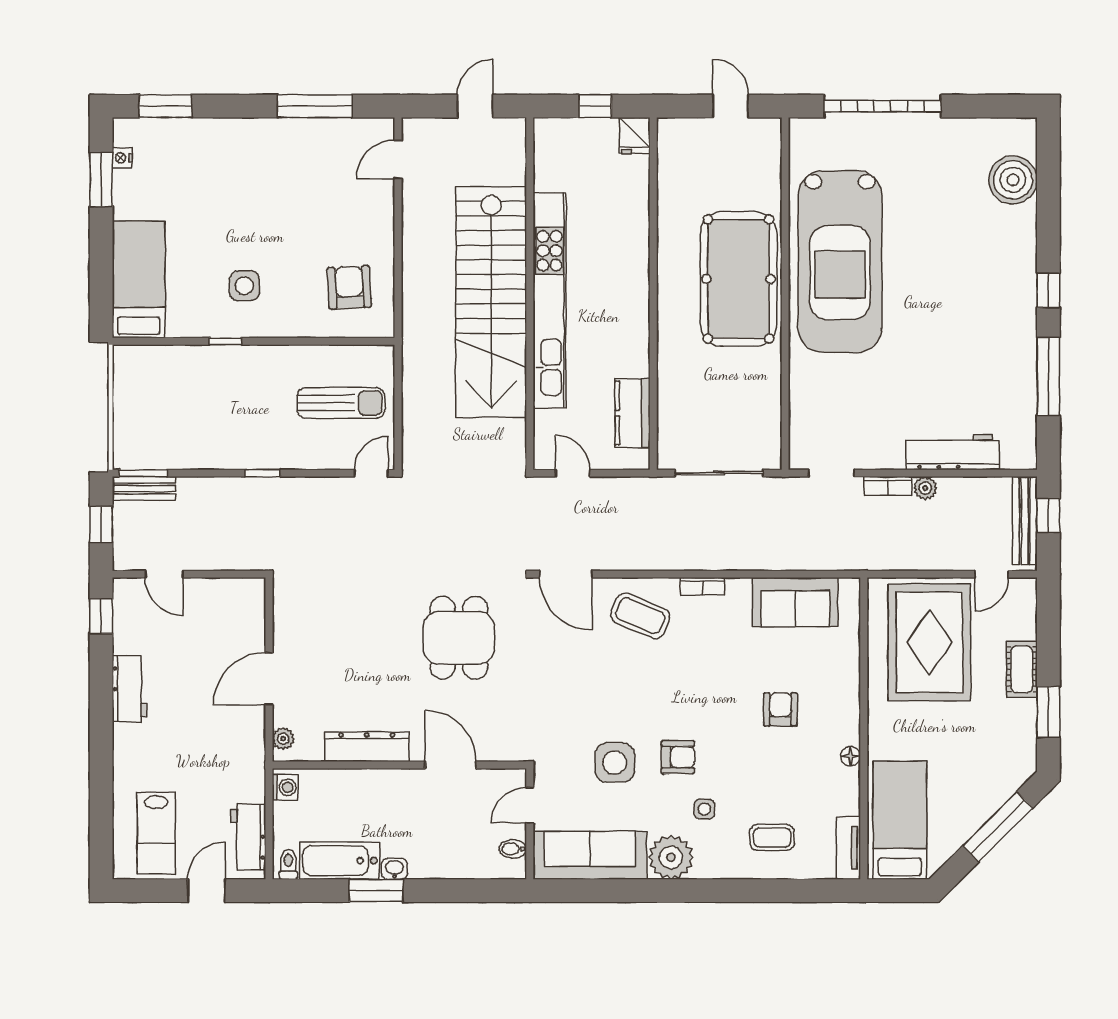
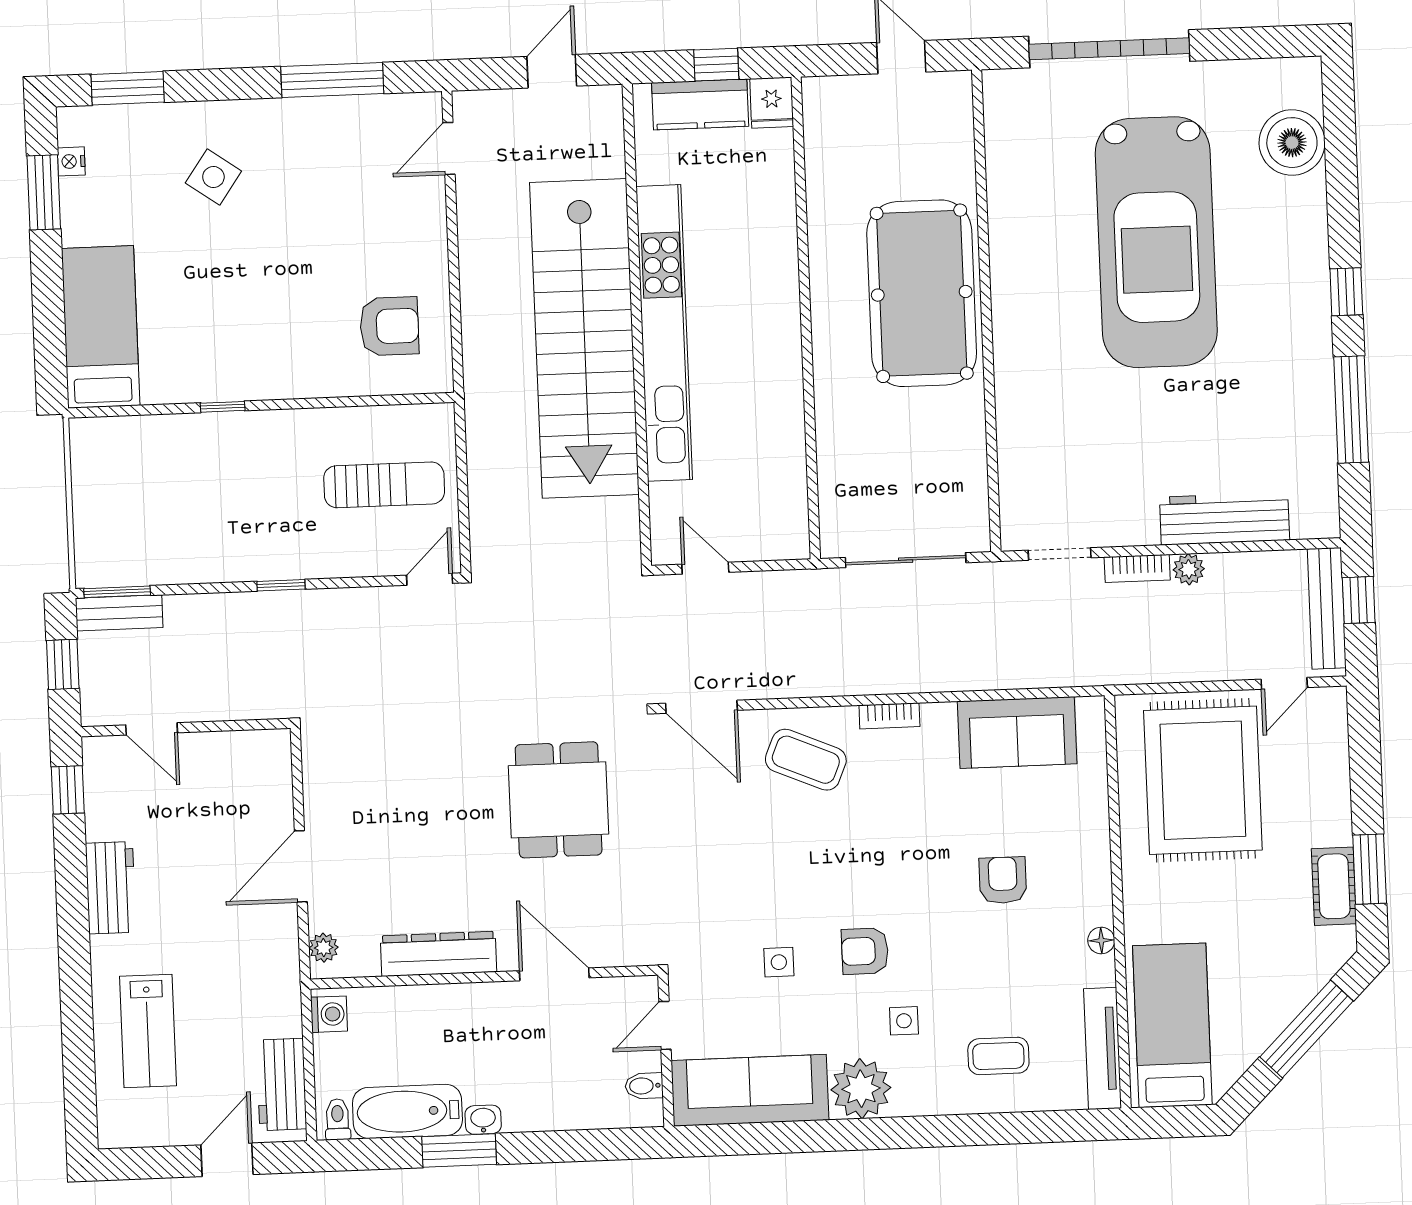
car: (840, 262) -> (1156, 242), moved
side table: (244, 286) -> (213, 177), moved, turned 35
armchair: (349, 287) -> (389, 326), turned 93
kitchen counter: (633, 413) -> (700, 104), moved, turned -90
cot: (1022, 669) -> (1334, 886), moved
armchair: (678, 757) -> (865, 951), turned 180
side table: (615, 763) -> (779, 962), width x0.54, depth x0.54
lab bench: (156, 833) -> (148, 1031), moved
tv unit: (848, 848) -> (1103, 1048), width x1.41

